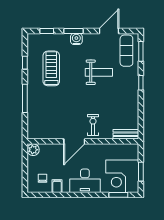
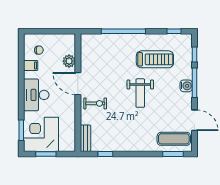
window: (73, 31) -> (195, 83), width x1.44
window: (25, 63) -> (174, 31), moved
weight bench: (99, 72) -> (140, 93), moved
window: (141, 83) -> (105, 154), moved
window: (25, 98) -> (123, 31), width x1.46
plant: (33, 150) -> (69, 61), moved

